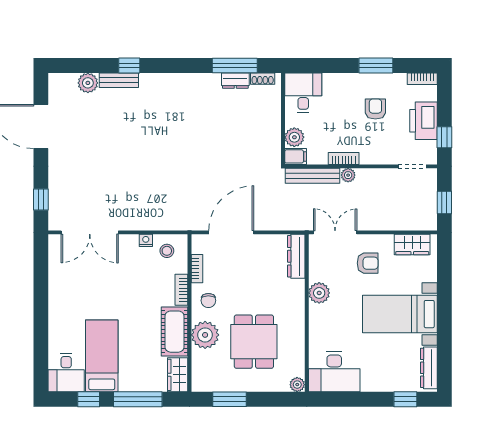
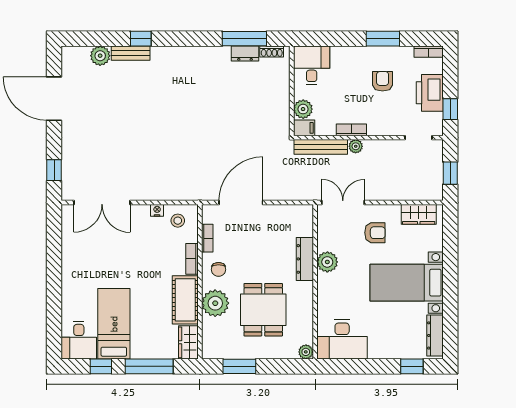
dresser: (296, 256) -> (305, 259), moved

